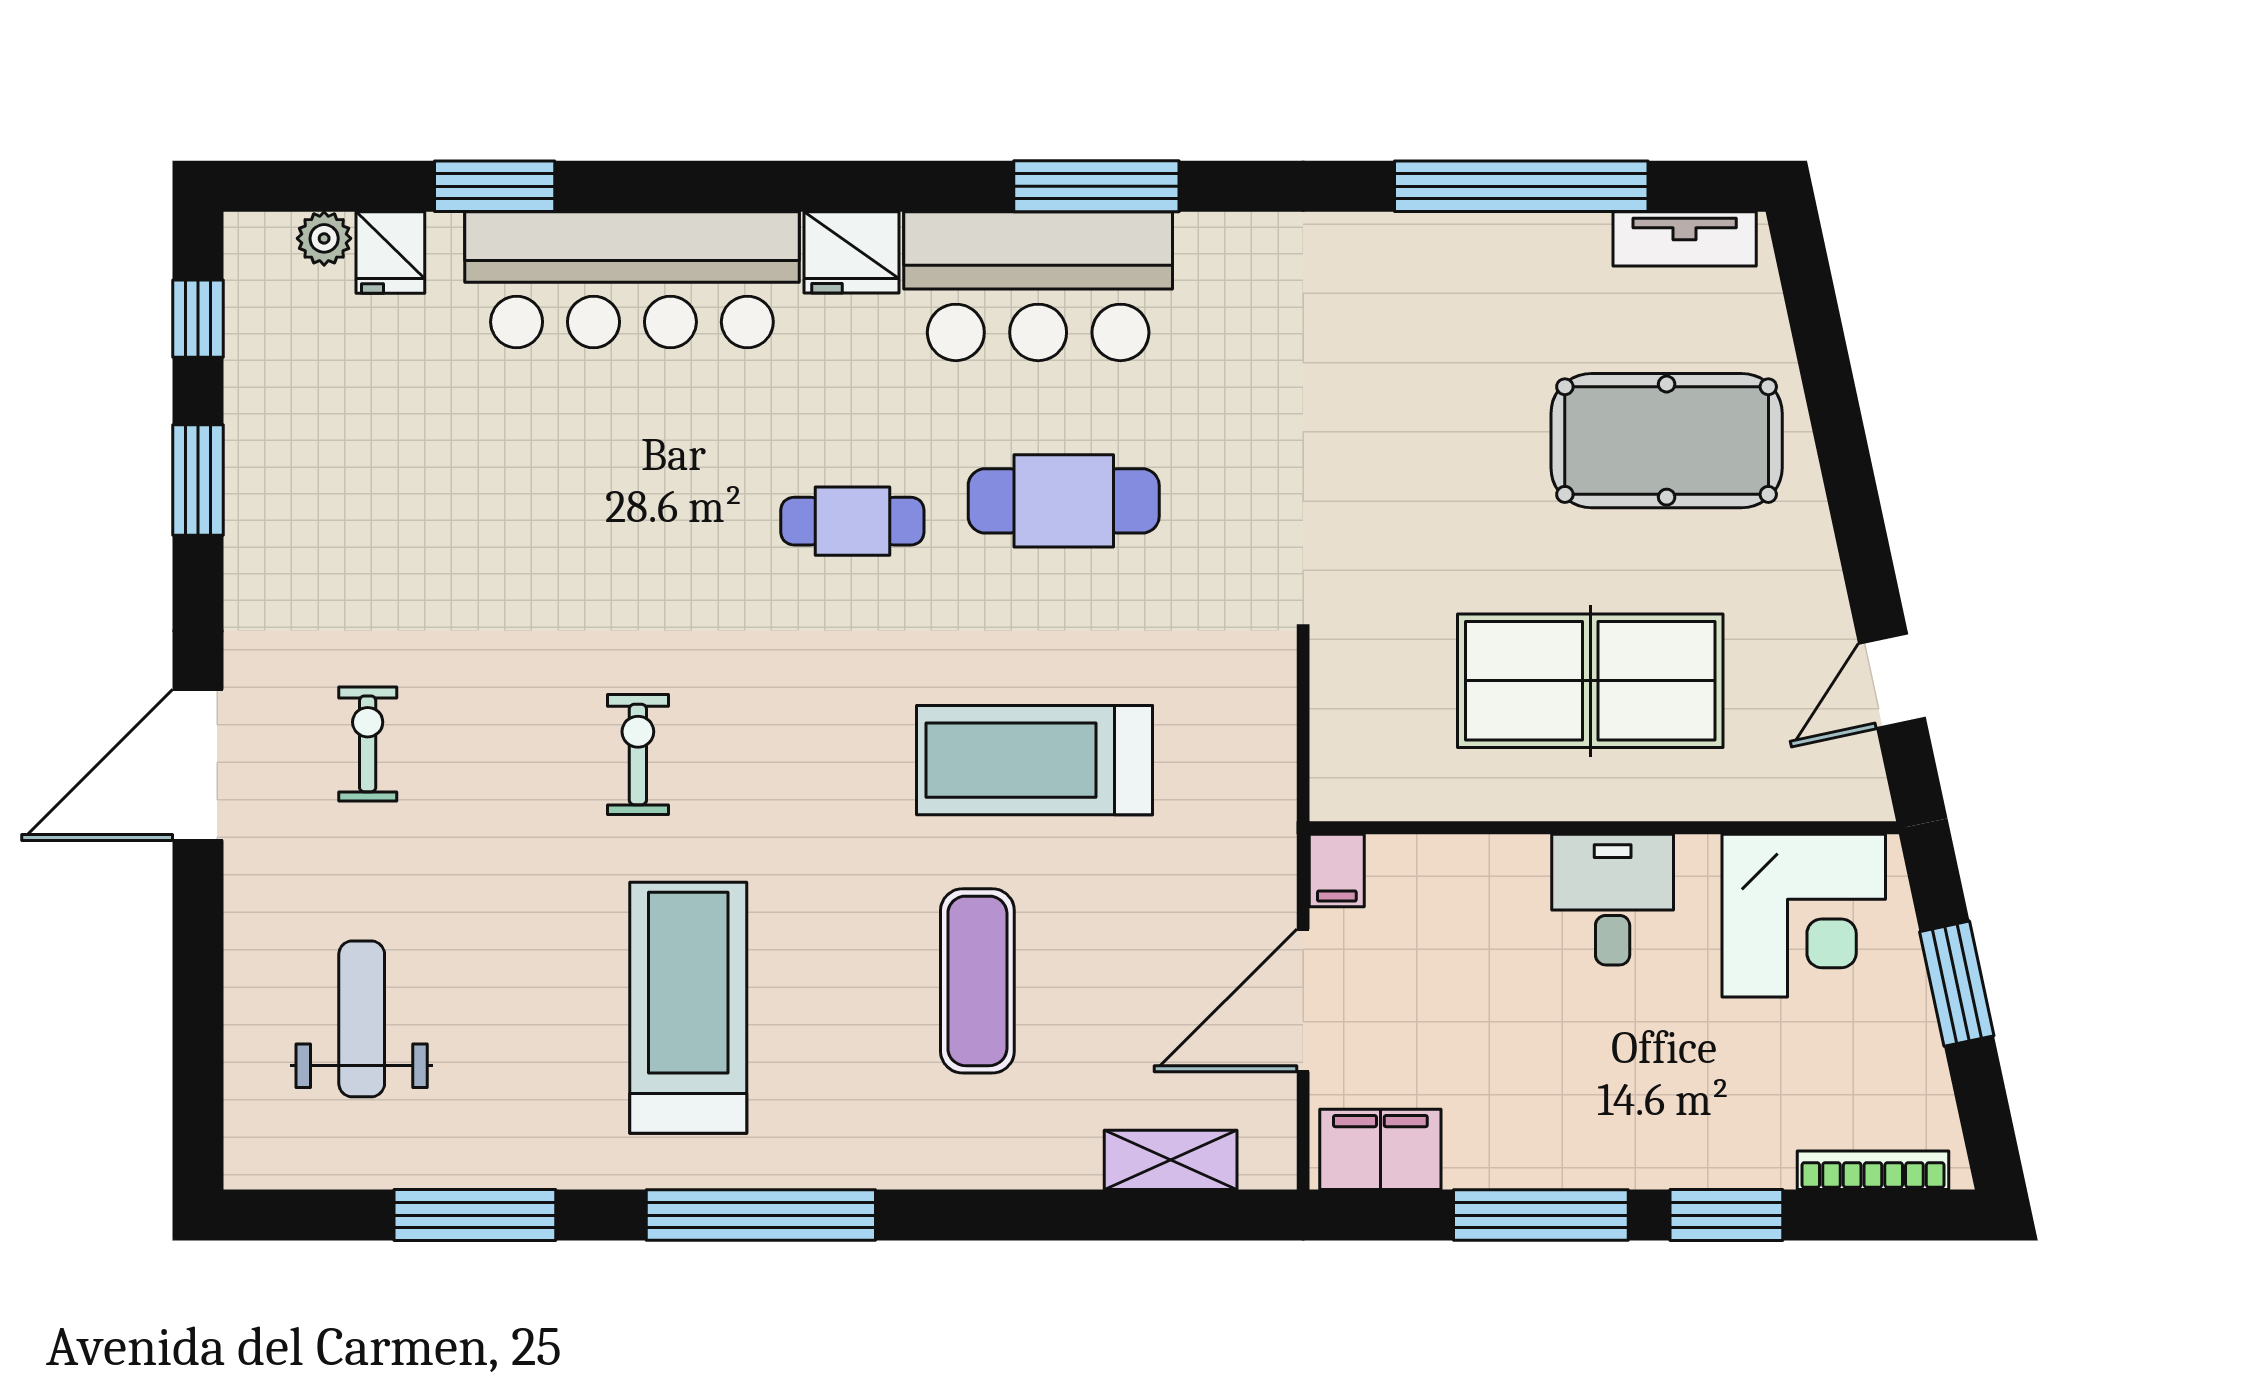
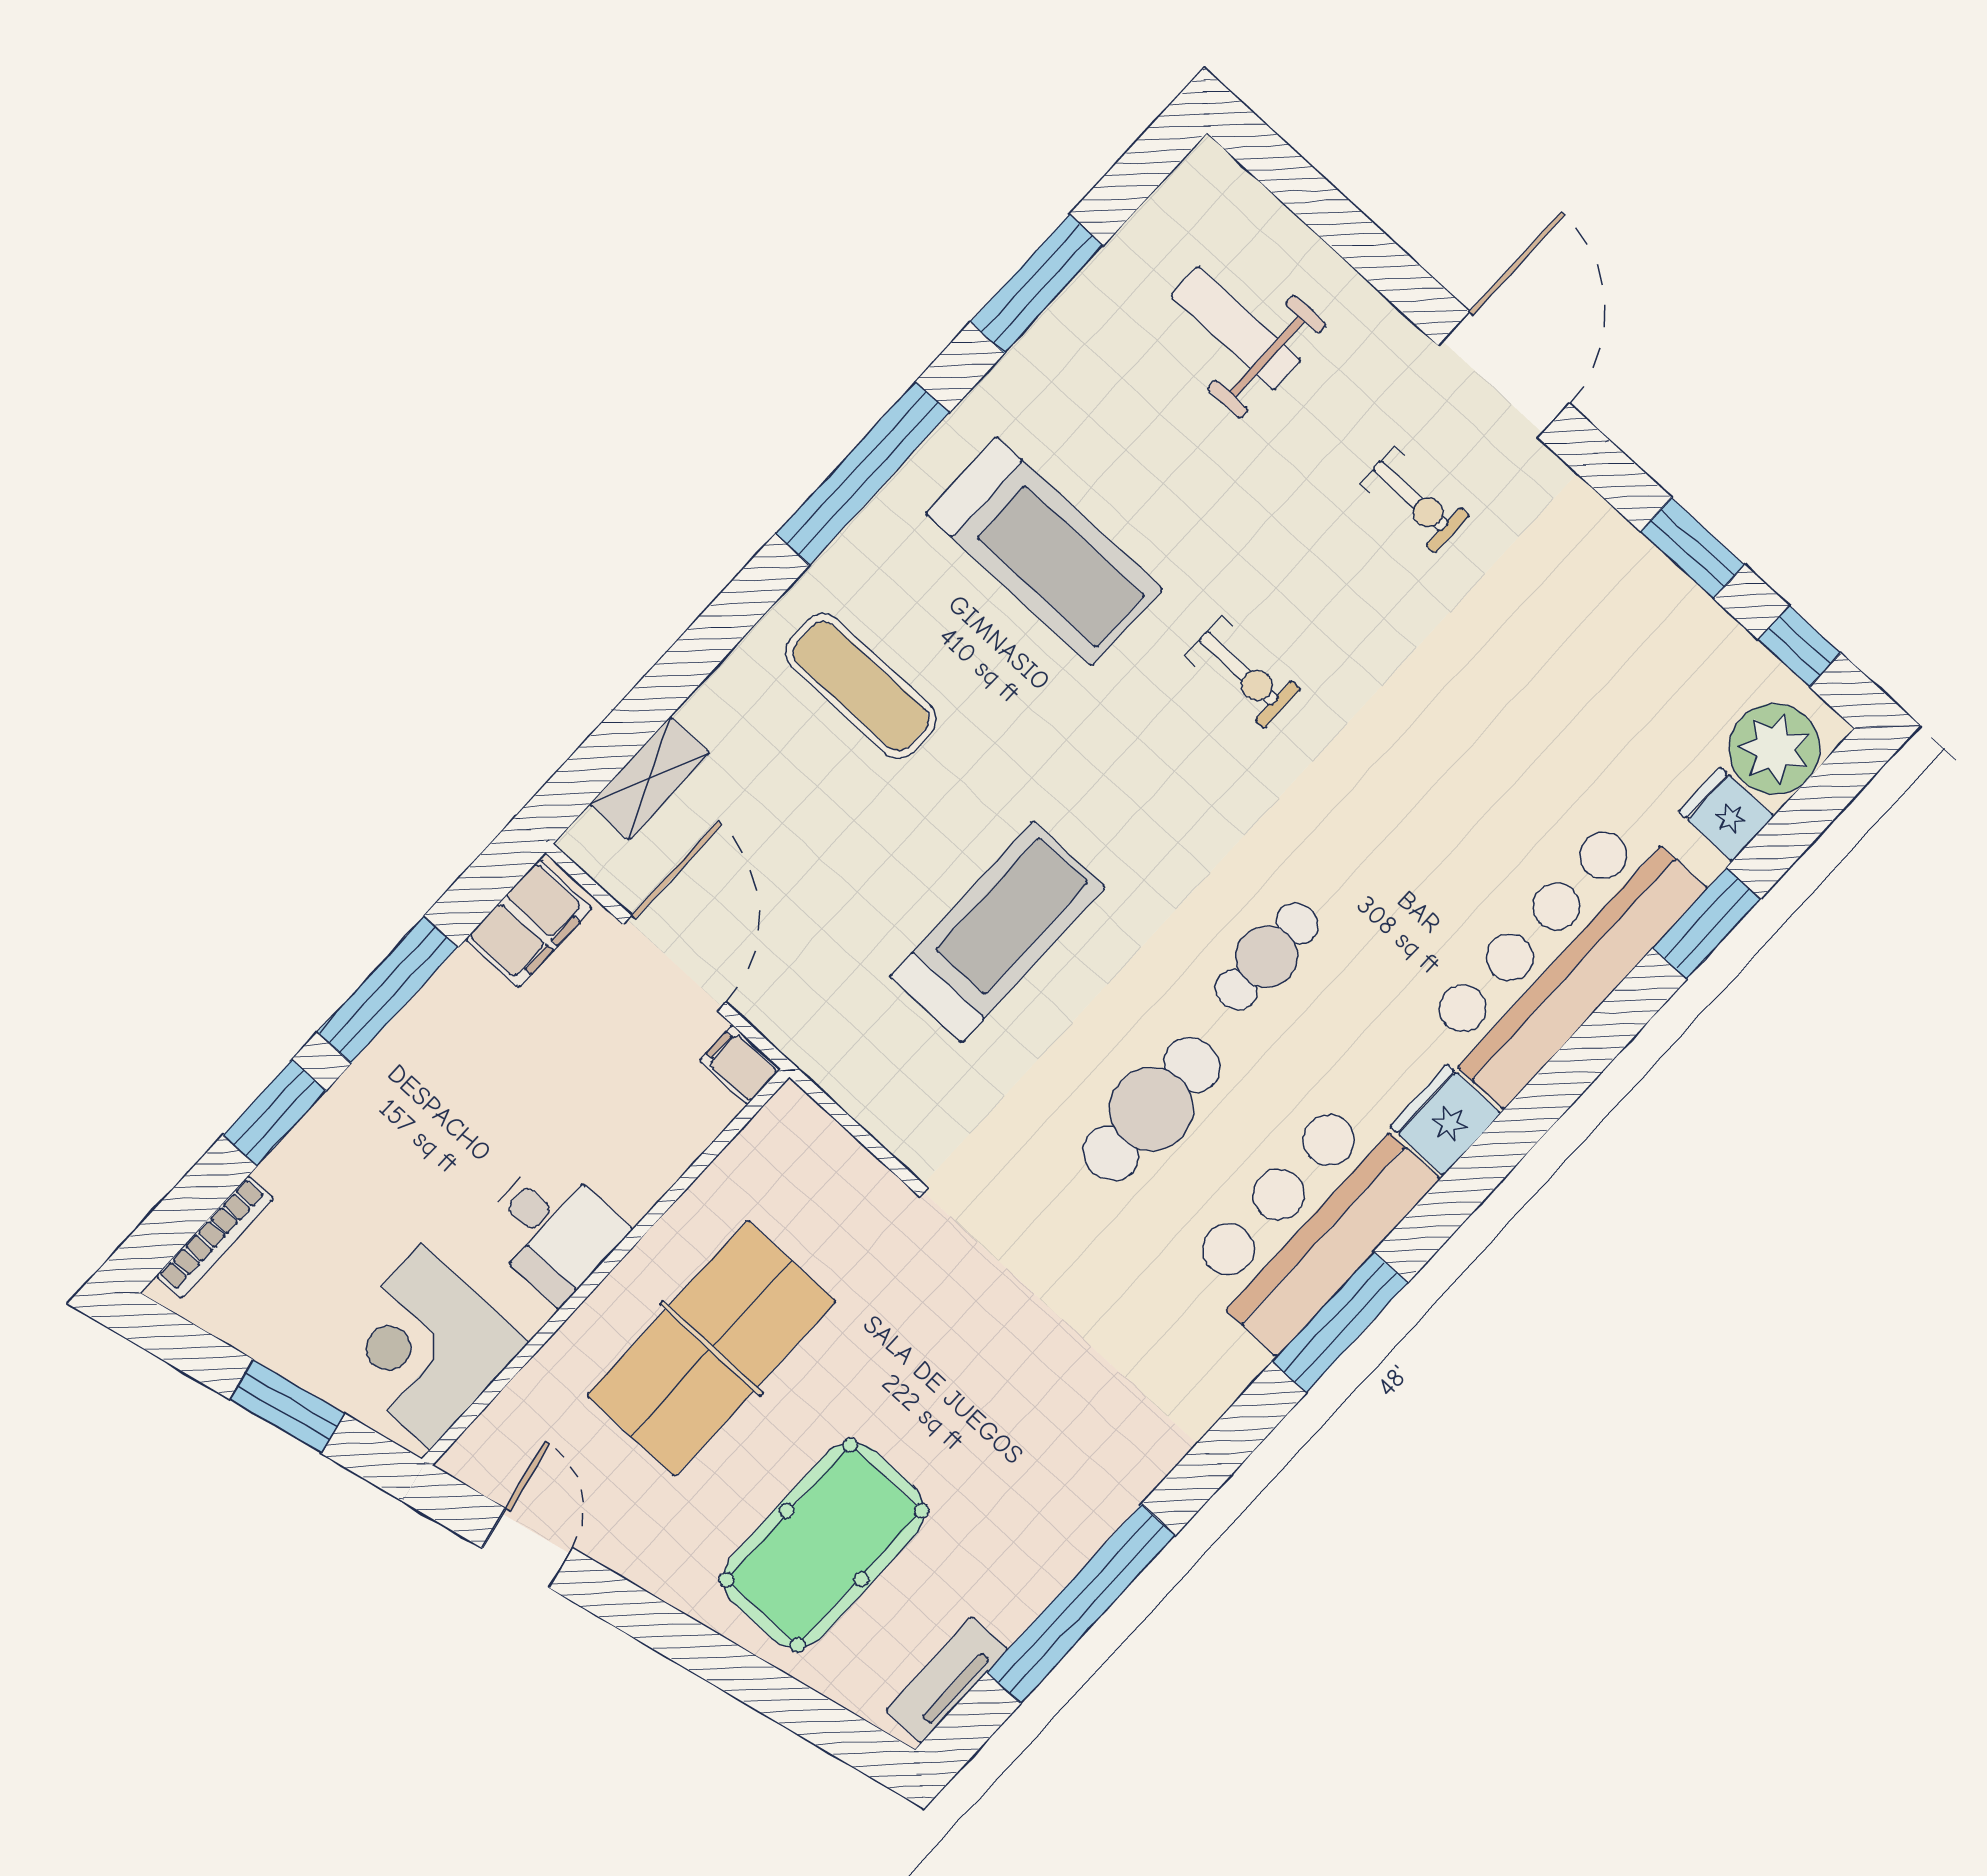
plant: (324, 238) -> (1775, 749), width x1.88, depth x1.88
exercise mat: (977, 981) -> (861, 686), moved
weight bench: (362, 1019) -> (1236, 328), turned 180

